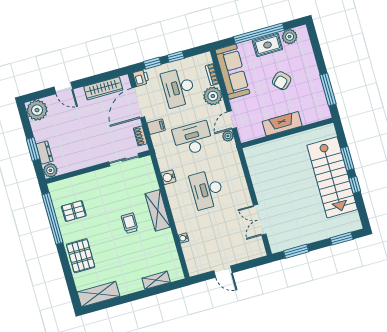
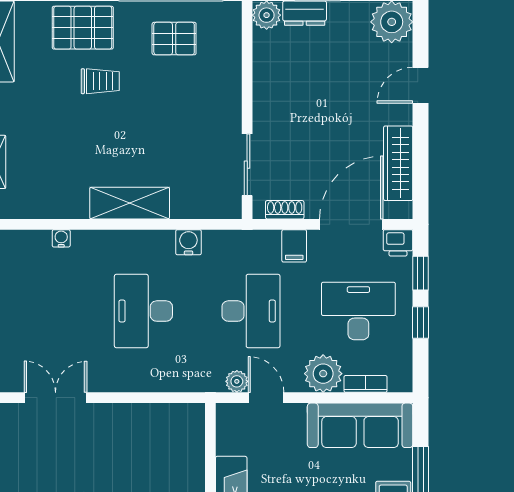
door: (138, 102) -> (351, 224), hinge flipped
desk: (207, 190) -> (143, 311), turned -90
pallet: (74, 211) -> (174, 39), turned 90
trolley: (130, 223) -> (100, 81), moved

